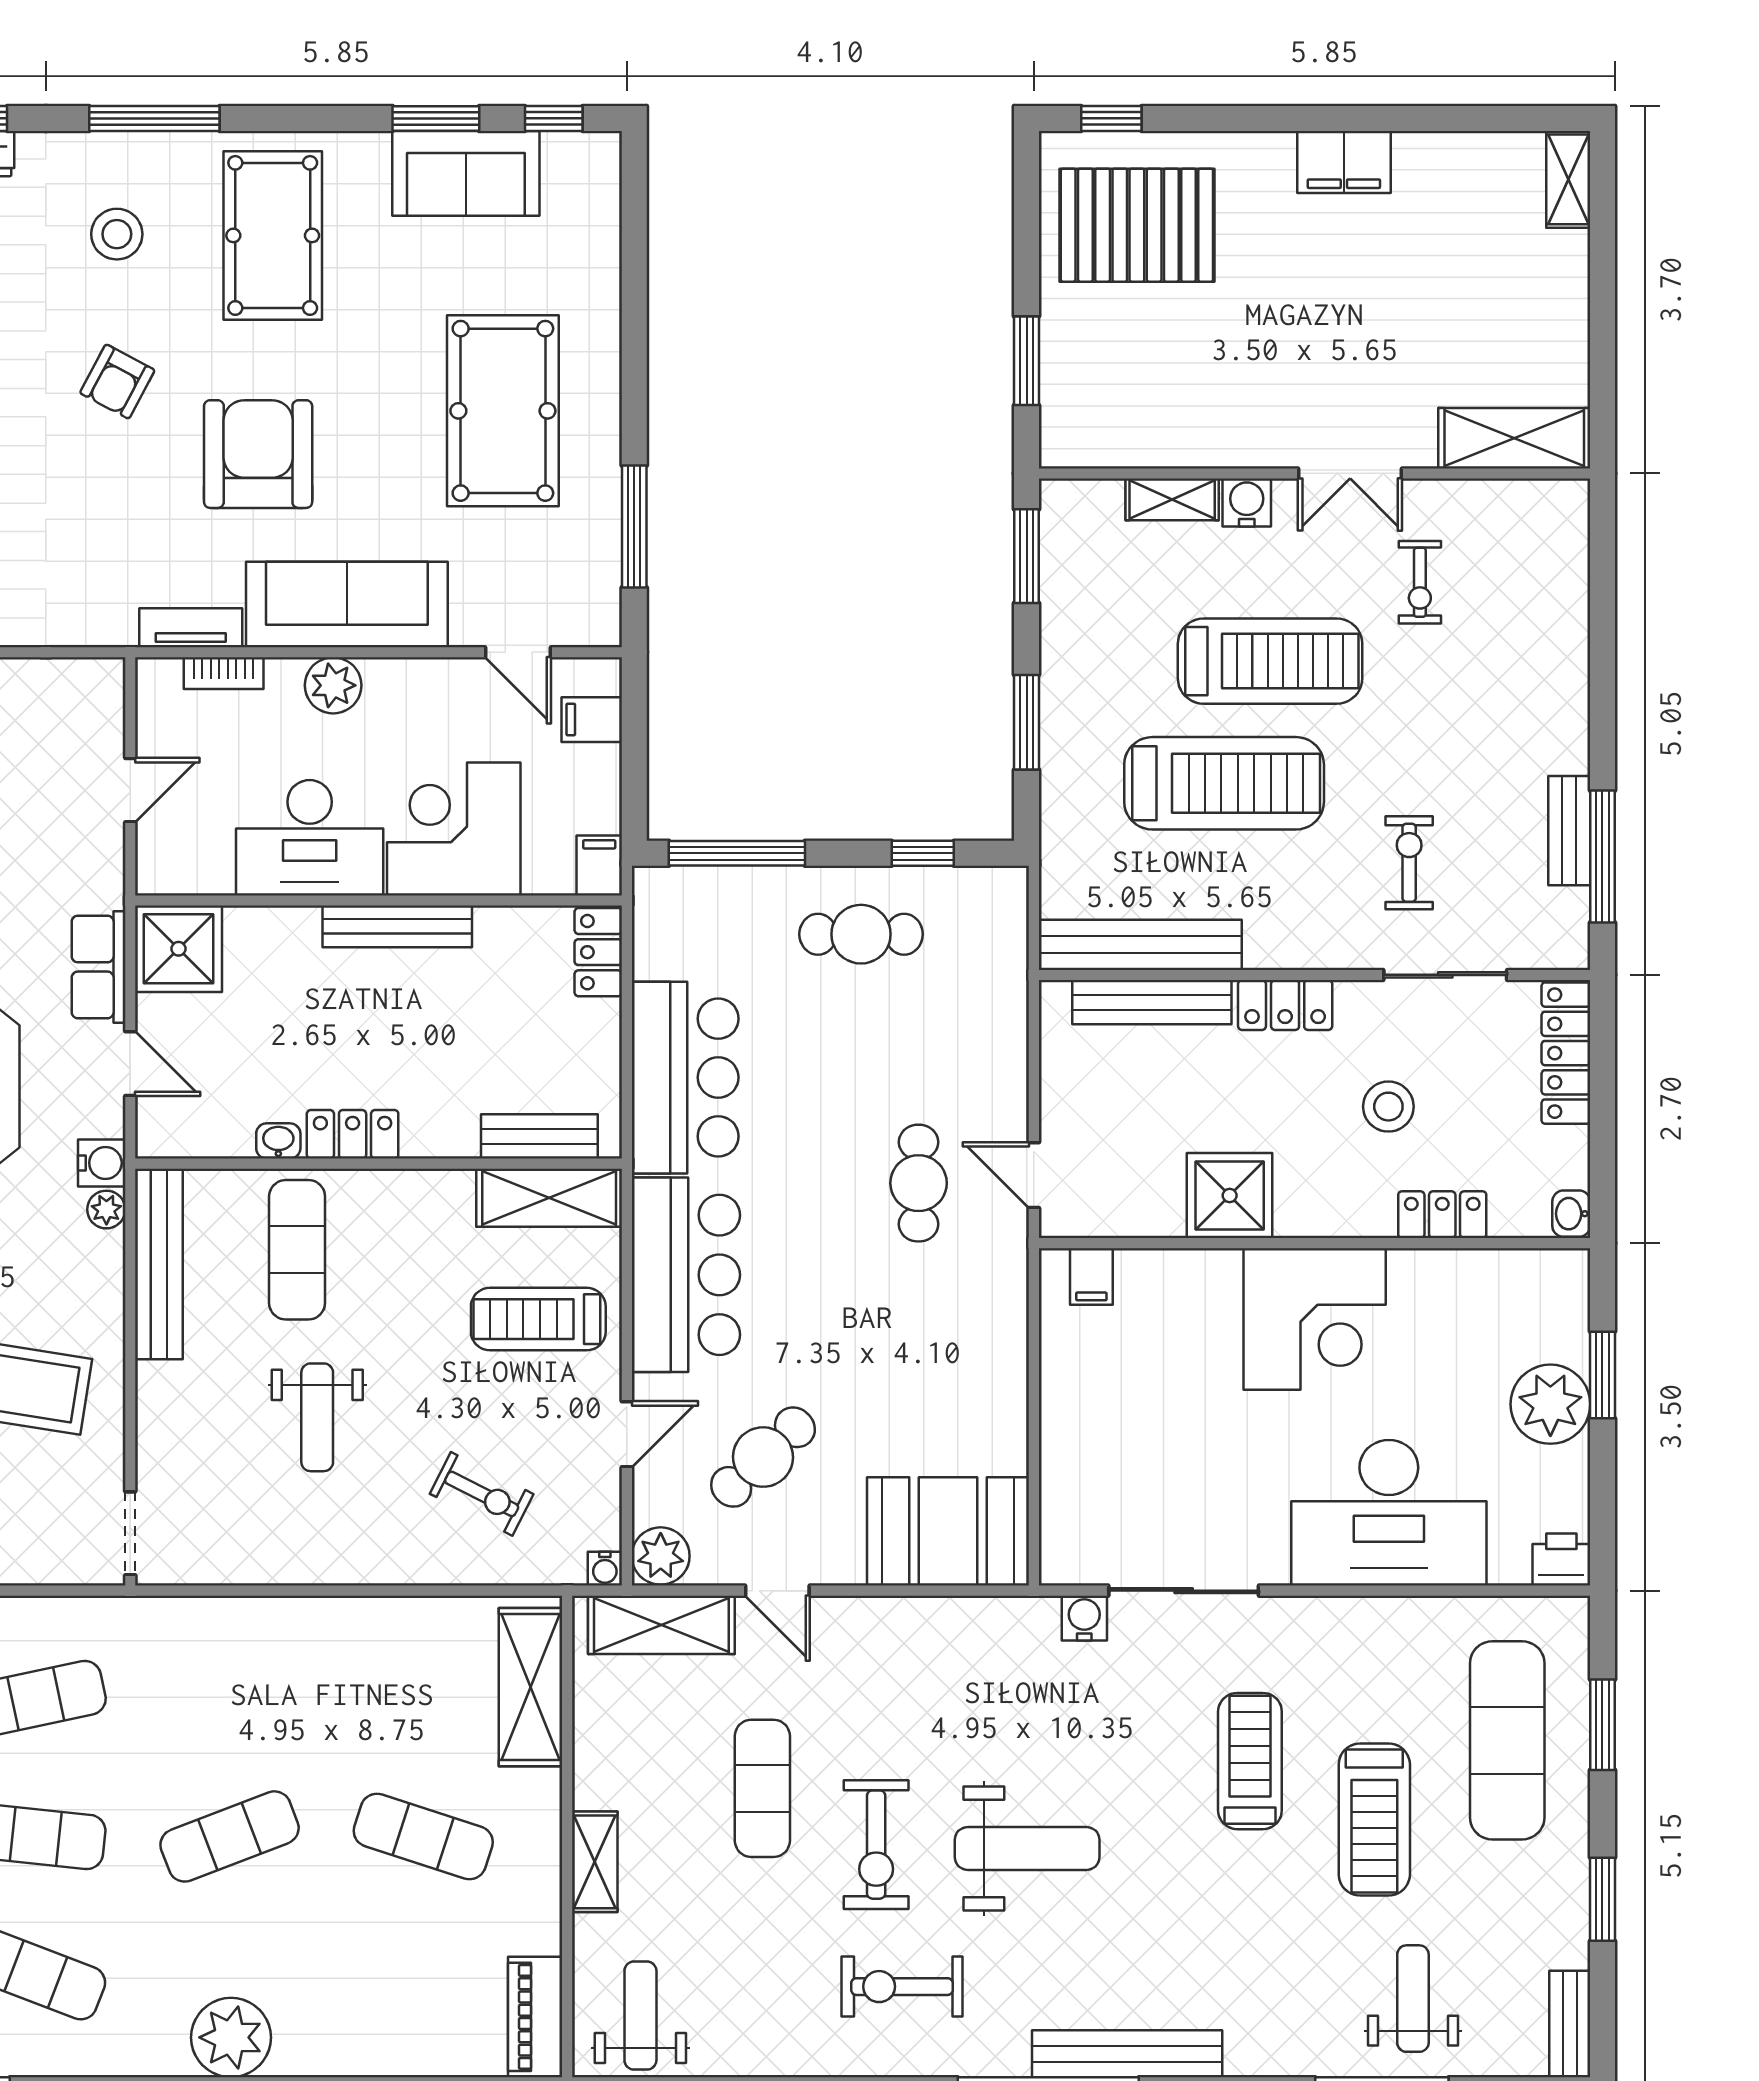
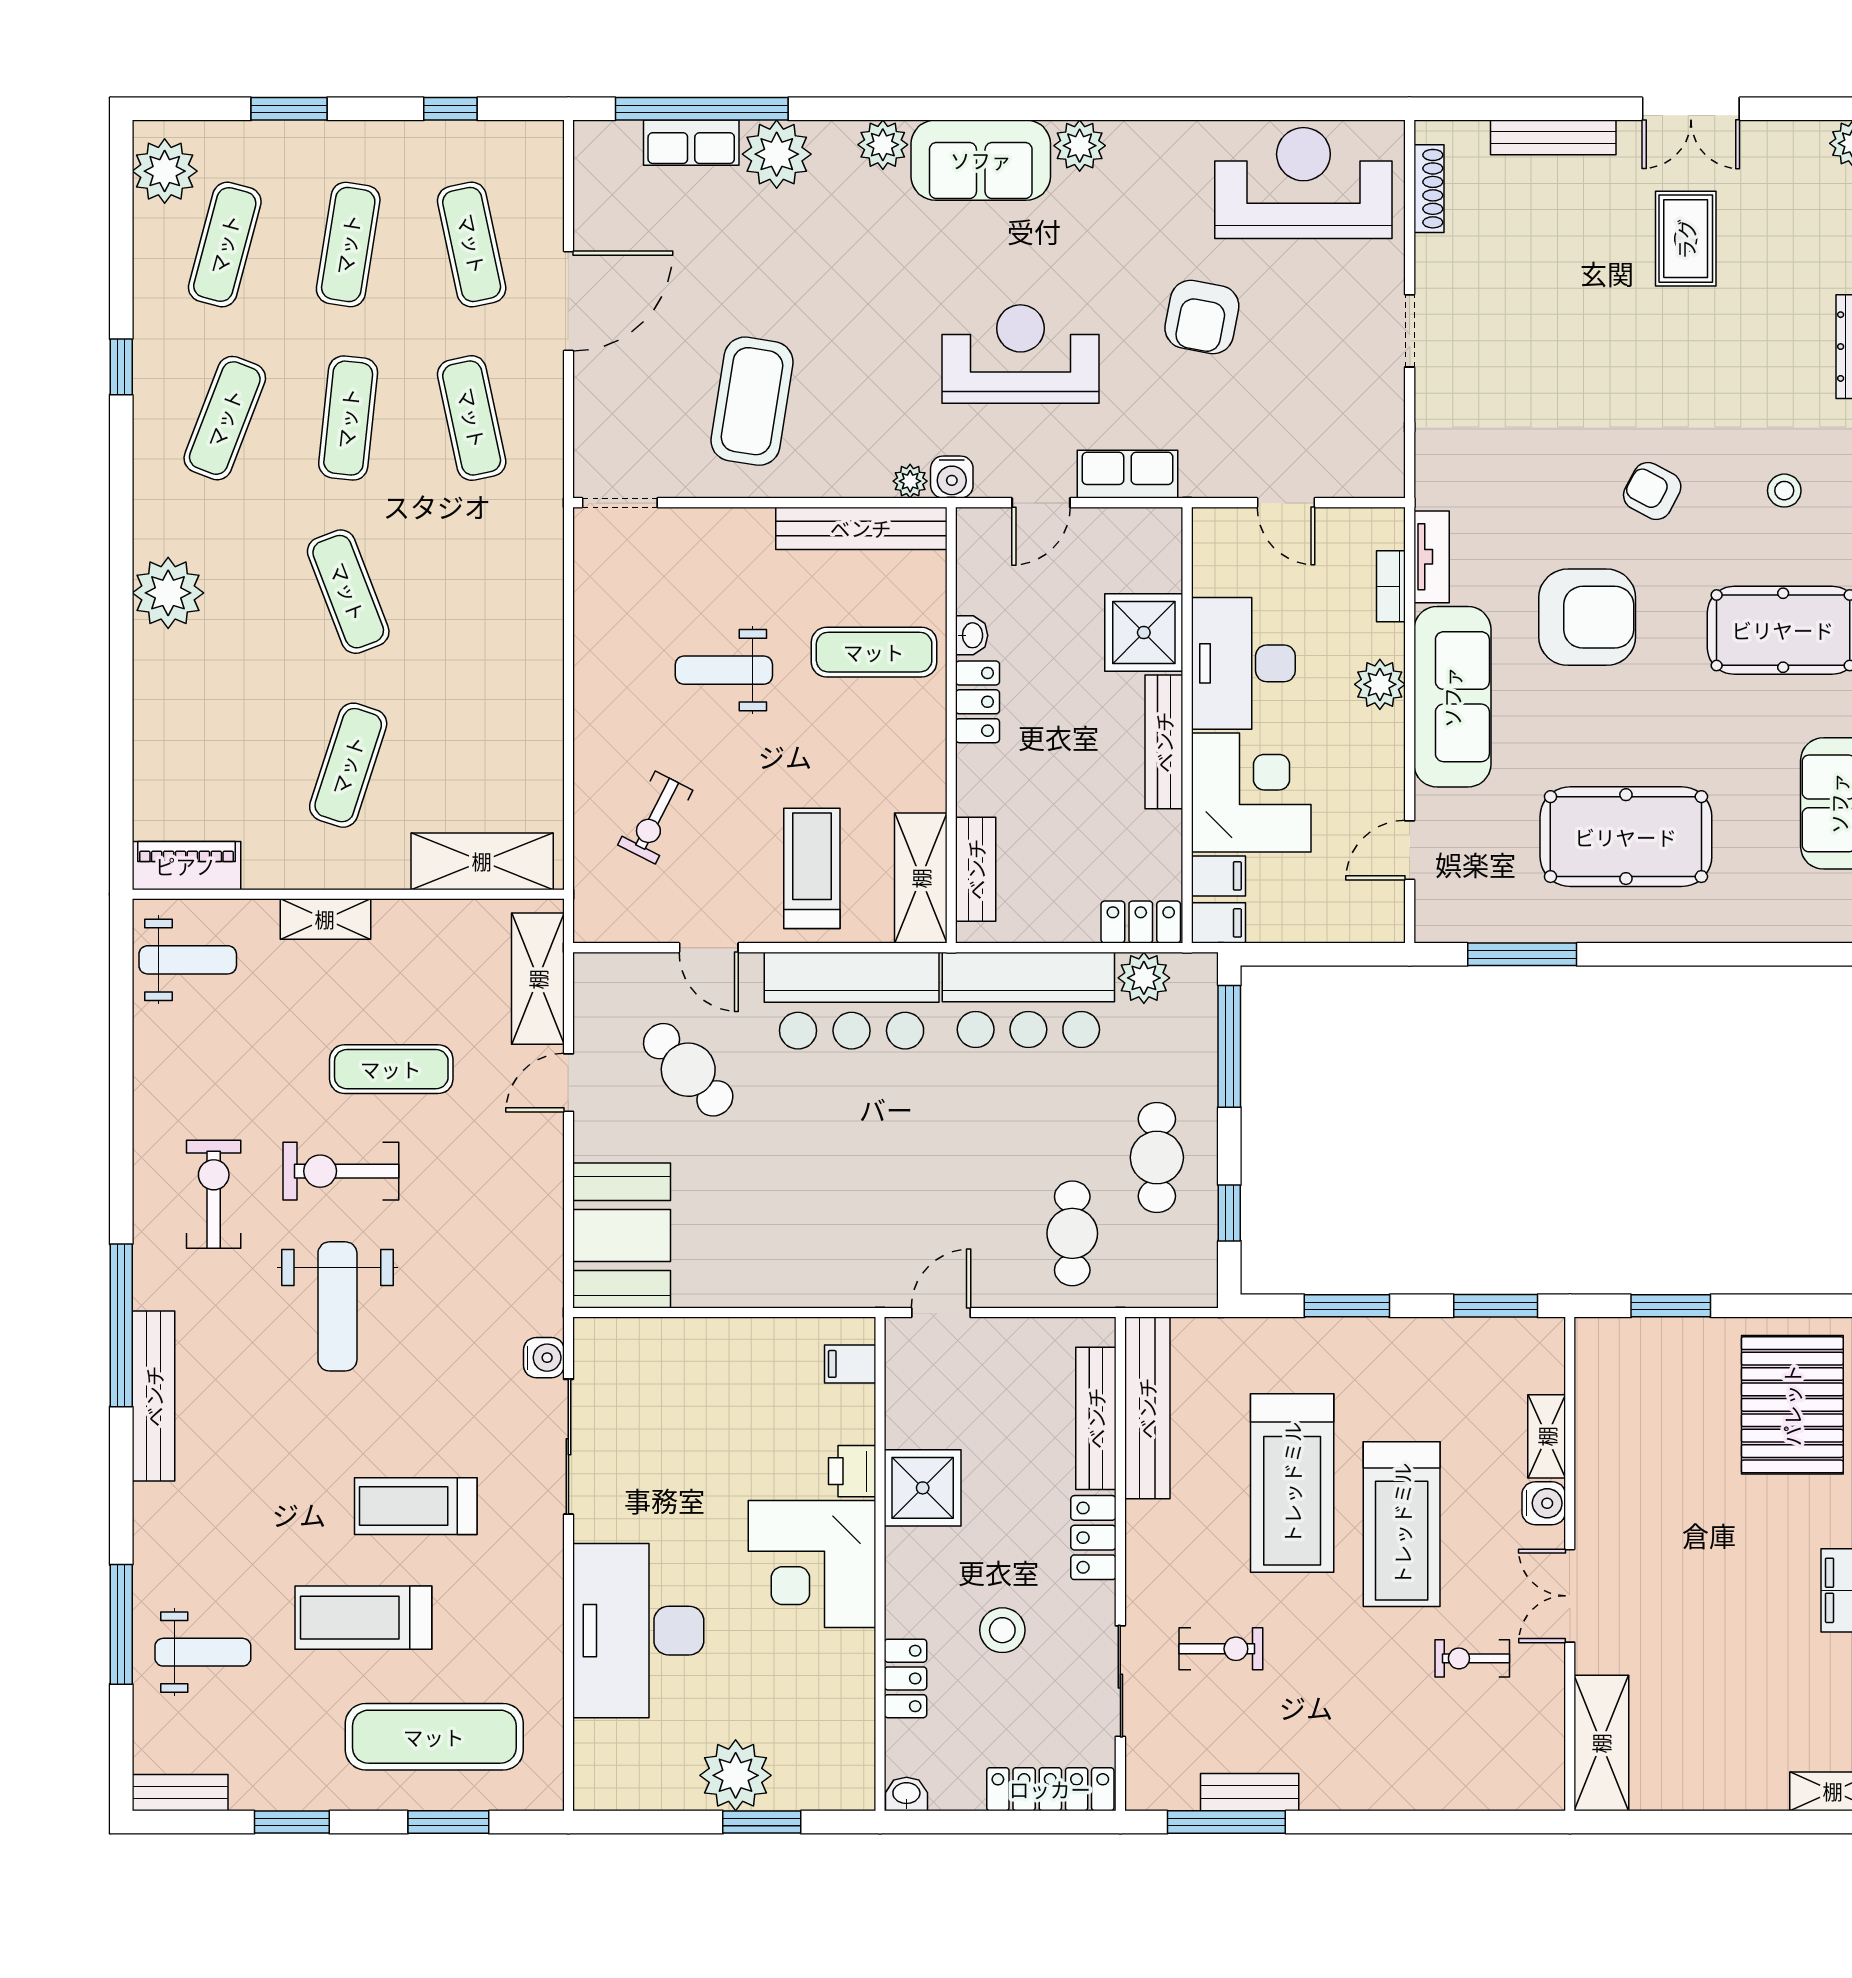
stool: (117, 234) -> (1784, 491), width x0.73, depth x0.73
filing cabinet: (592, 720) -> (1218, 876), moved, turned 90
shower: (179, 949) -> (1144, 633), moved
cafe table: (919, 1183) -> (1072, 1233), moved, turned 90
plant: (661, 1556) -> (1144, 978), moved
printer: (1561, 1560) -> (852, 1471), moved, turned 180
water cooler: (605, 1569) -> (588, 928), removed
treadmill: (1250, 1761) -> (416, 1506), turned 180

